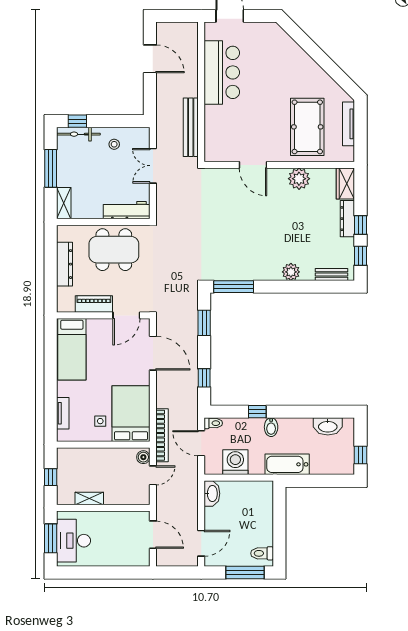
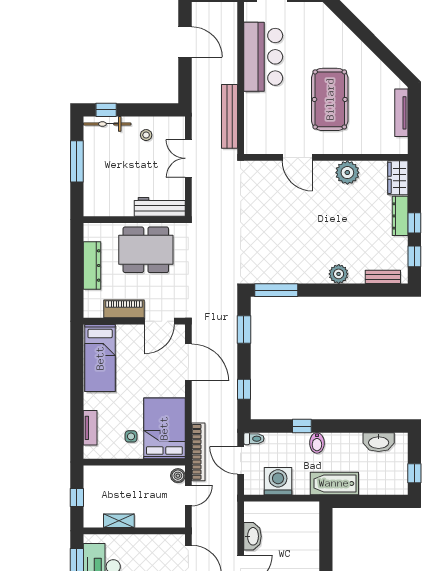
pool table: (307, 127) -> (330, 99), moved
shelving: (64, 203) -> (91, 199), removed
washbasin: (212, 494) -> (253, 536), moved

